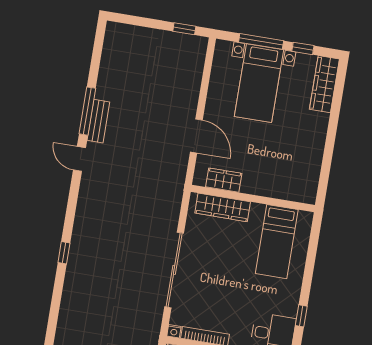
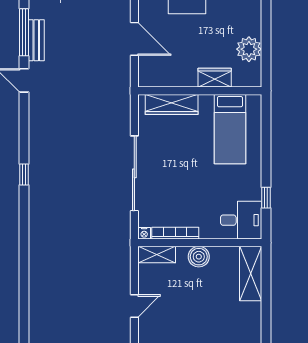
plant: (309, 165) -> (249, 49), added
wardrobe: (224, 180) -> (215, 78), moved

